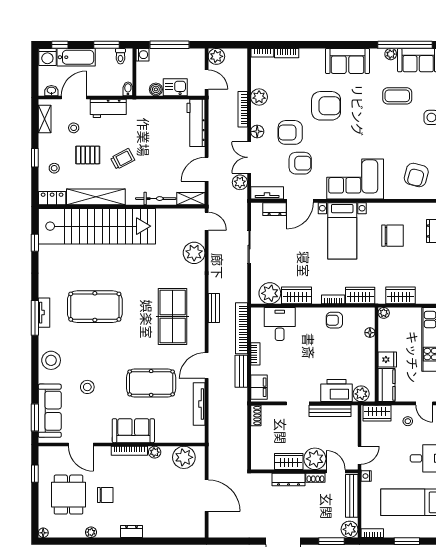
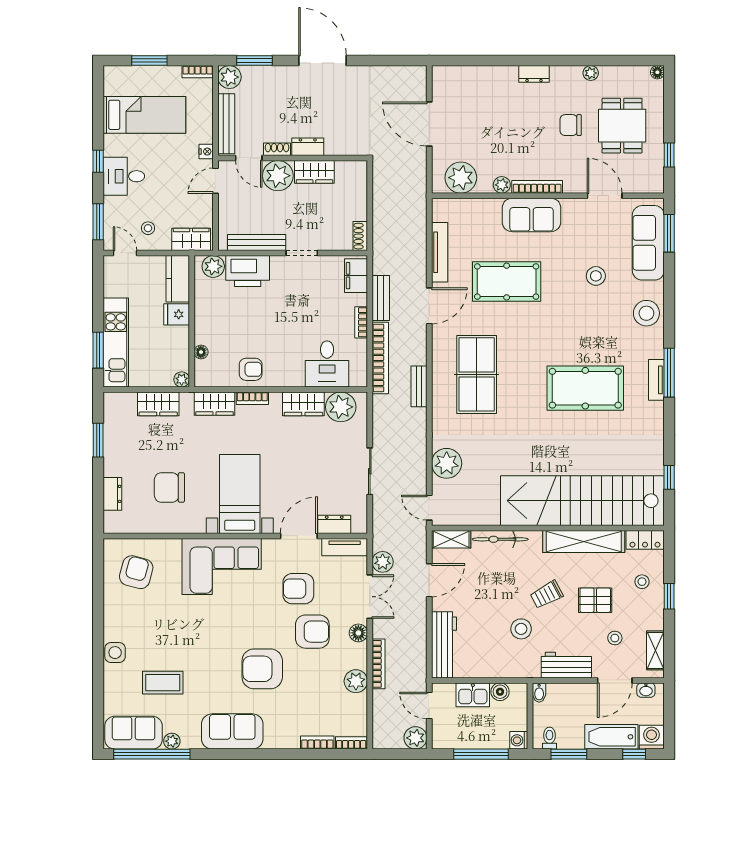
stool: (141, 134) -> (521, 629), added
dresser: (289, 479) -> (308, 147), width x0.70

